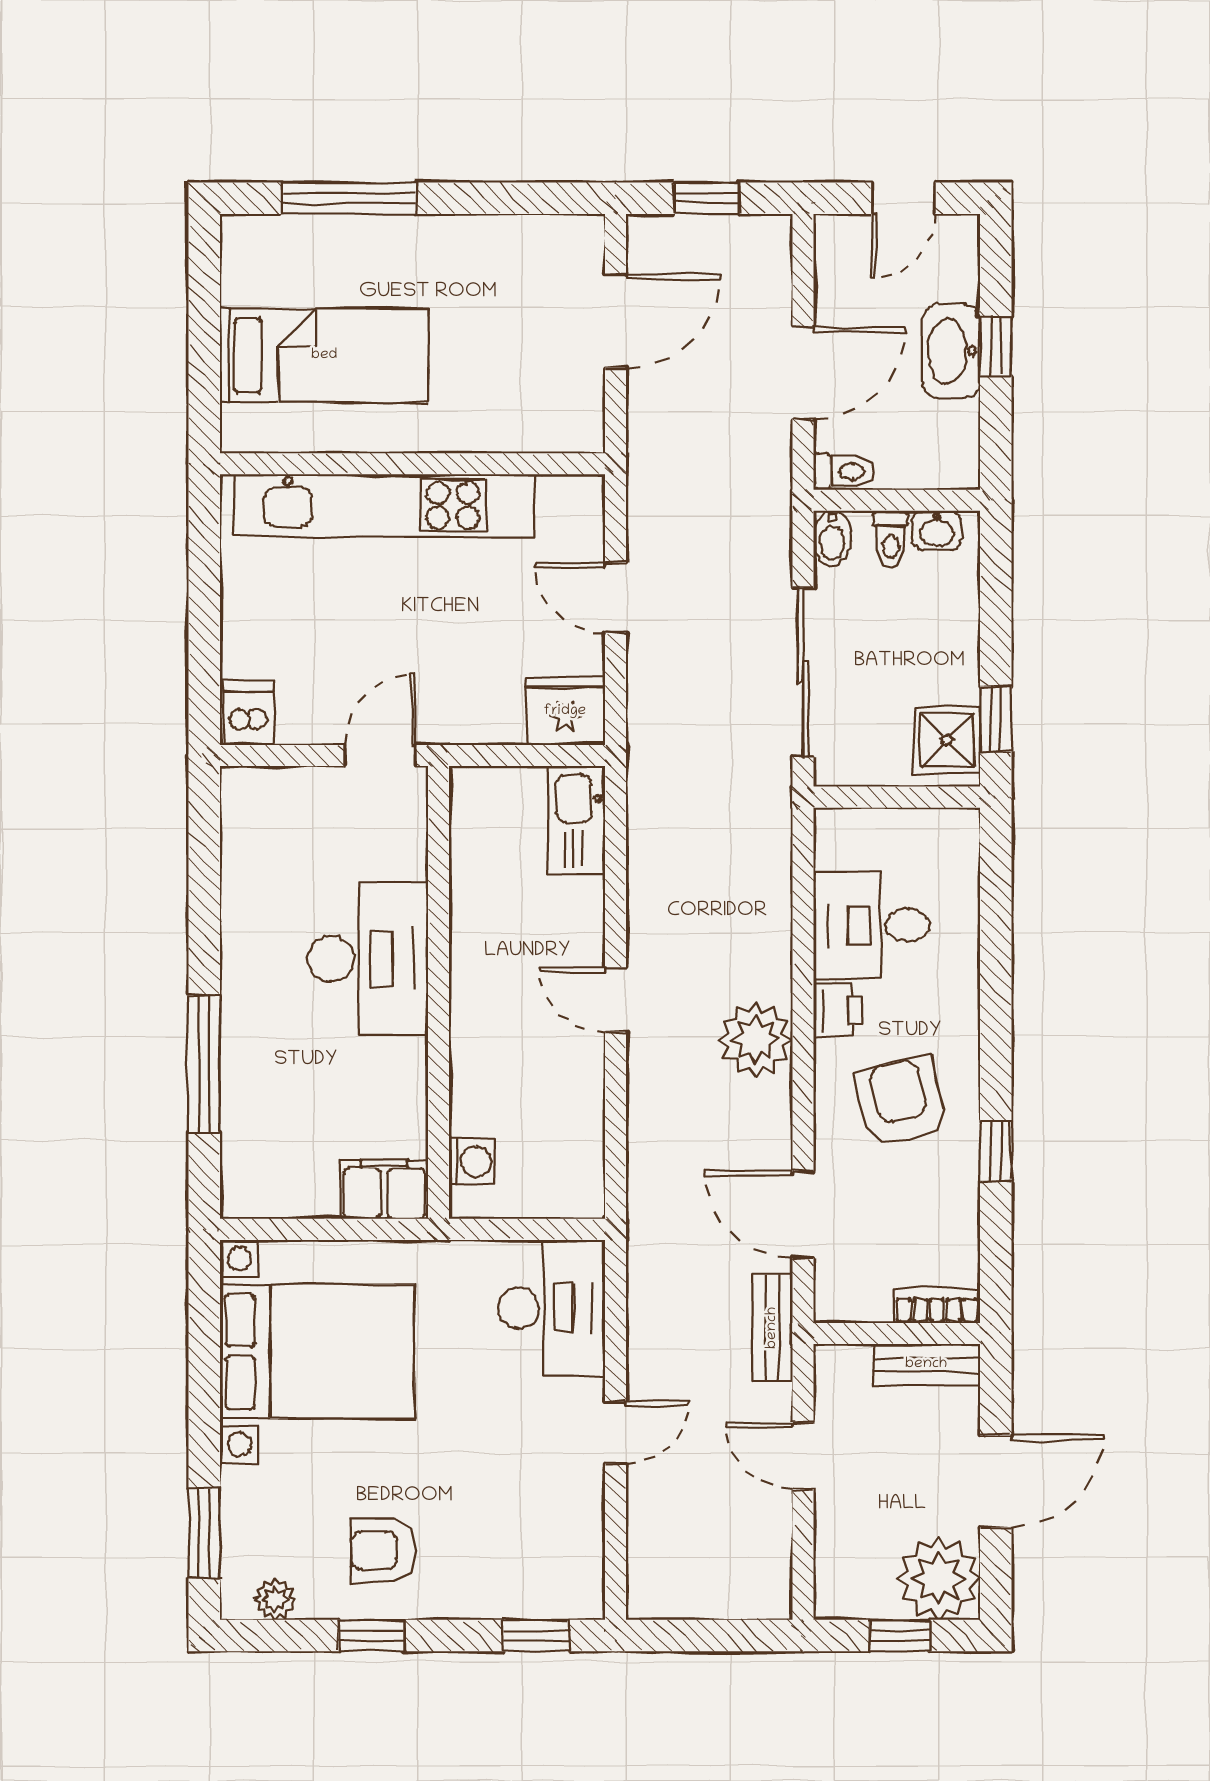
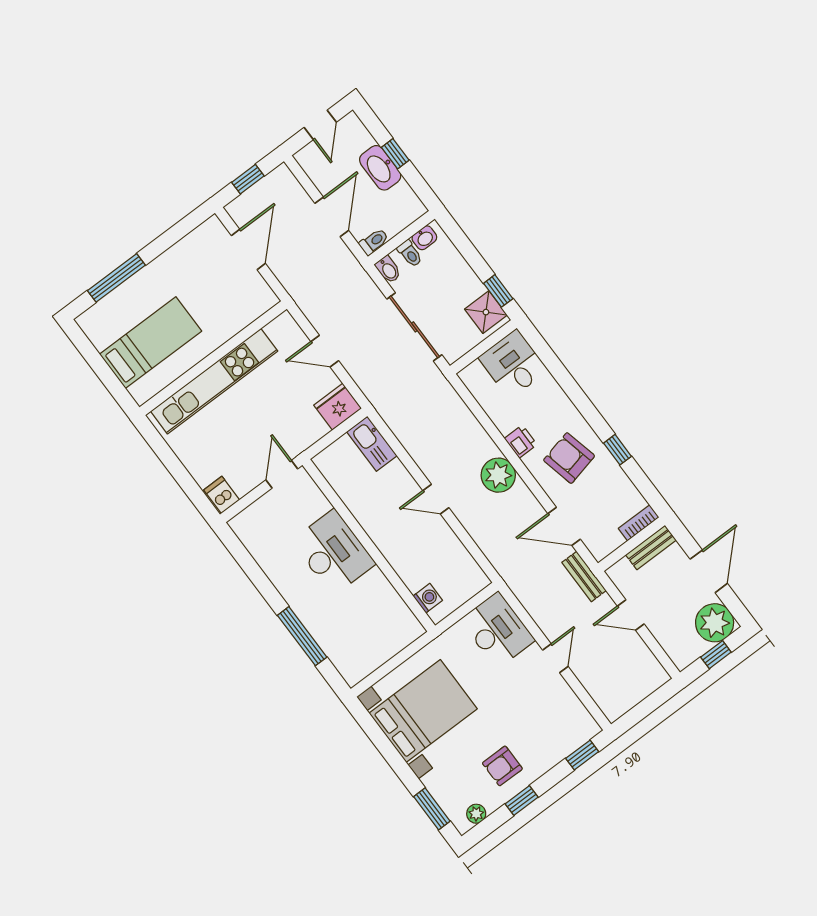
desk: (872, 925) -> (513, 364), moved, turned 90
filing cabinet: (384, 1190) -> (403, 633), removed

